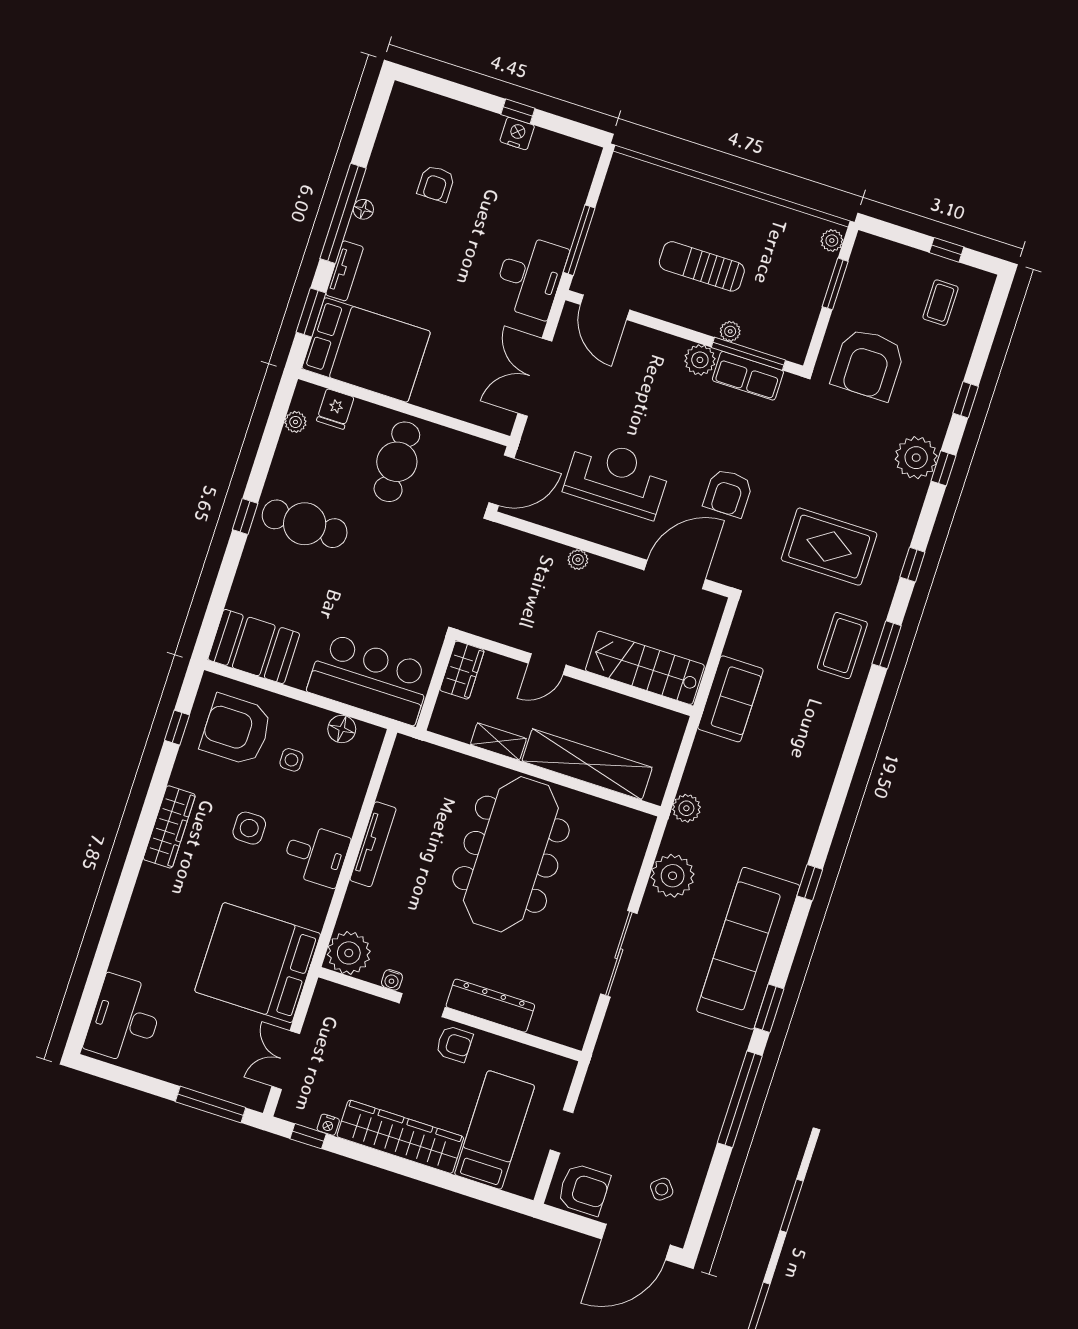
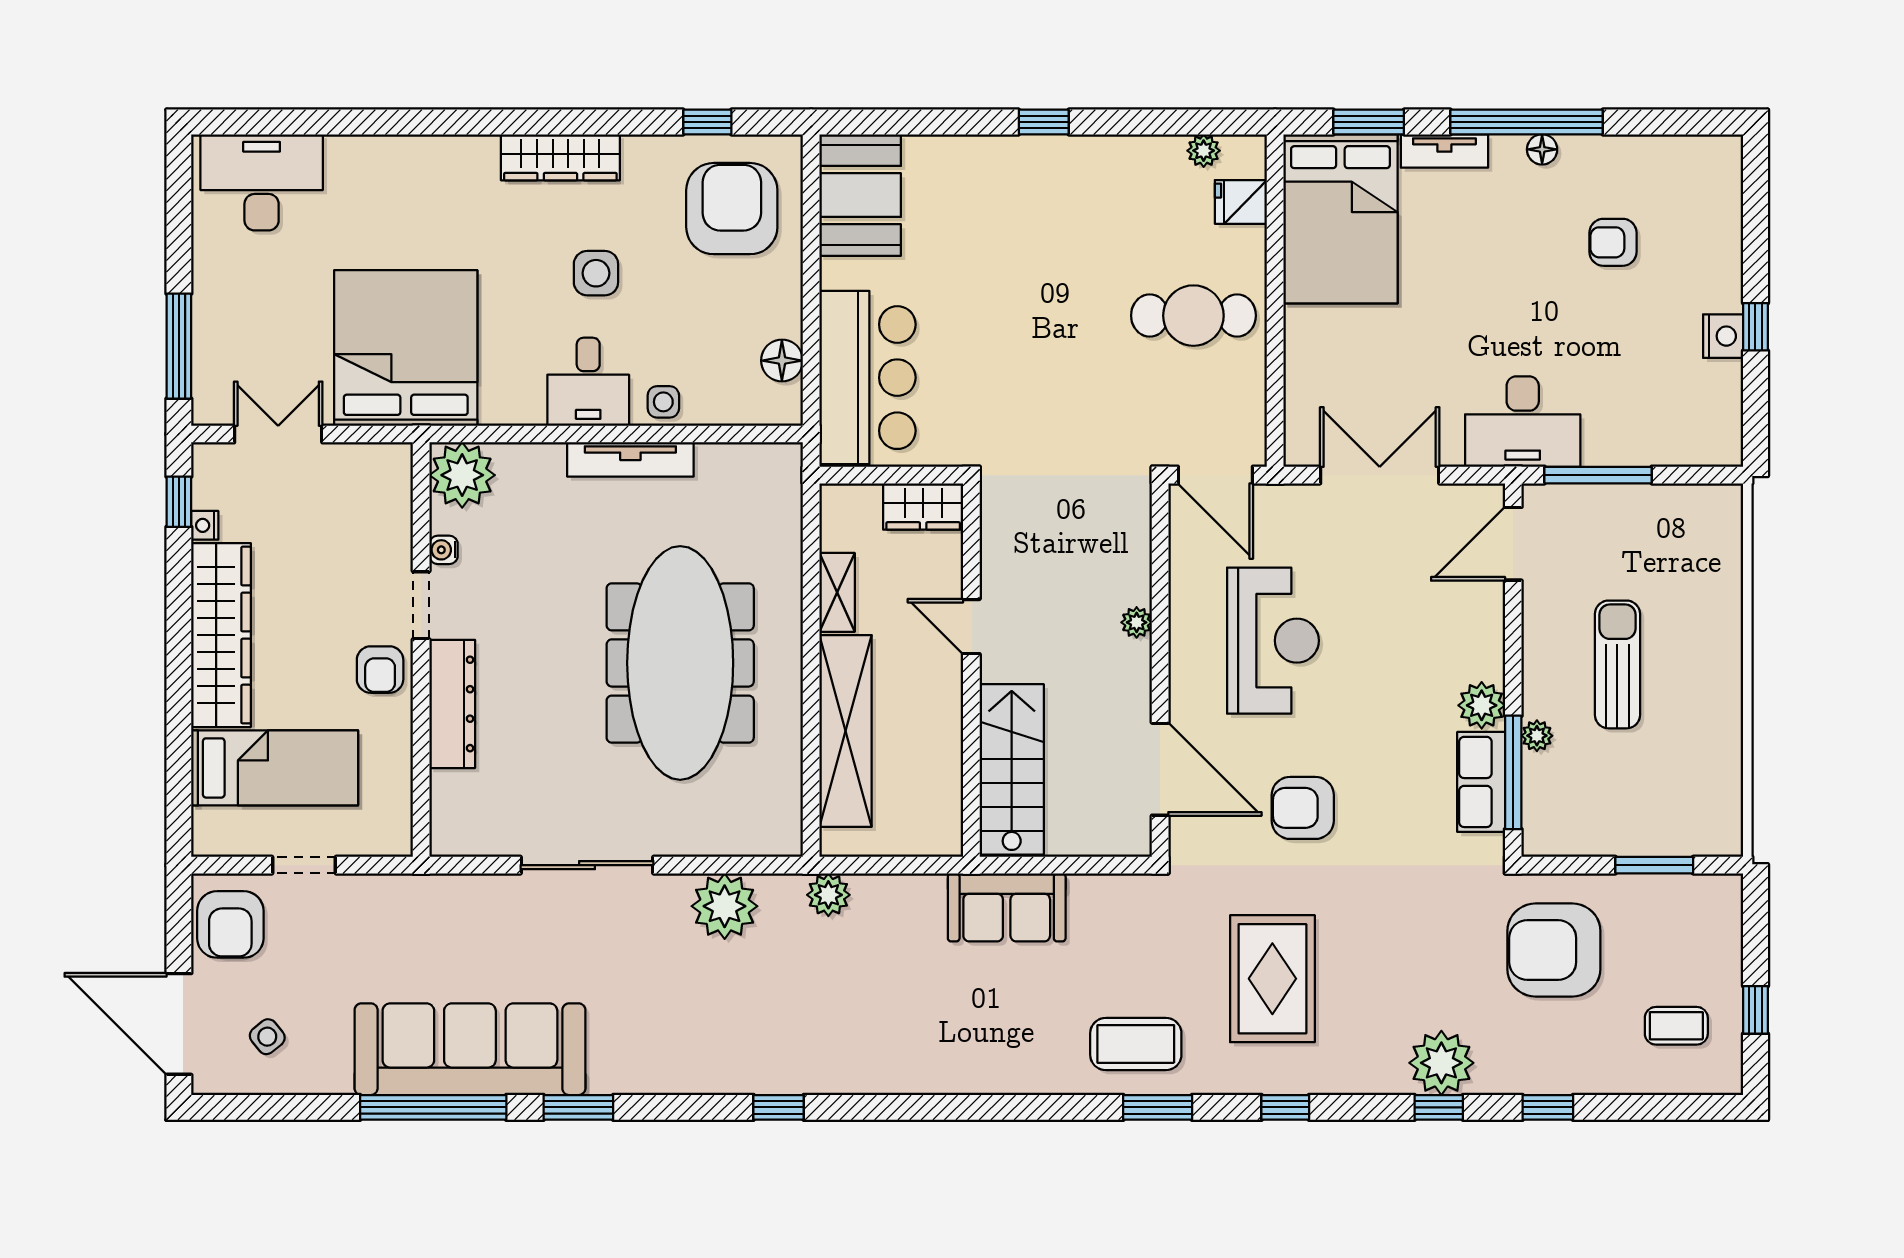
plant: (832, 240) -> (1715, 840), removed
cafe table: (305, 524) -> (1061, 211), removed
side table: (291, 760) -> (663, 402), moved
meeting table: (511, 854) -> (680, 663), turned 90
sofa: (748, 948) -> (470, 1049), moved

